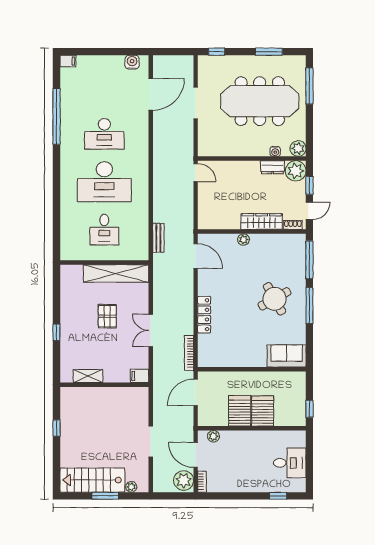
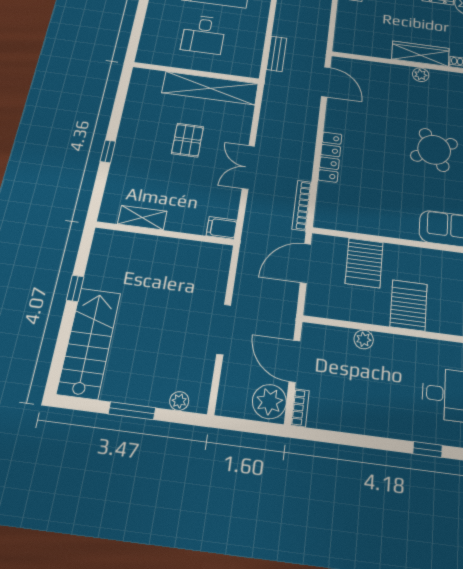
plant: (243, 240) -> (421, 75), moved
server rack: (240, 411) -> (364, 263), moved, turned 180
plant: (213, 436) -> (364, 339), moved
stairs: (92, 480) -> (89, 343), moved, turned 90

